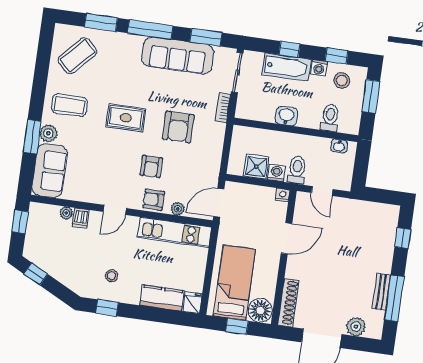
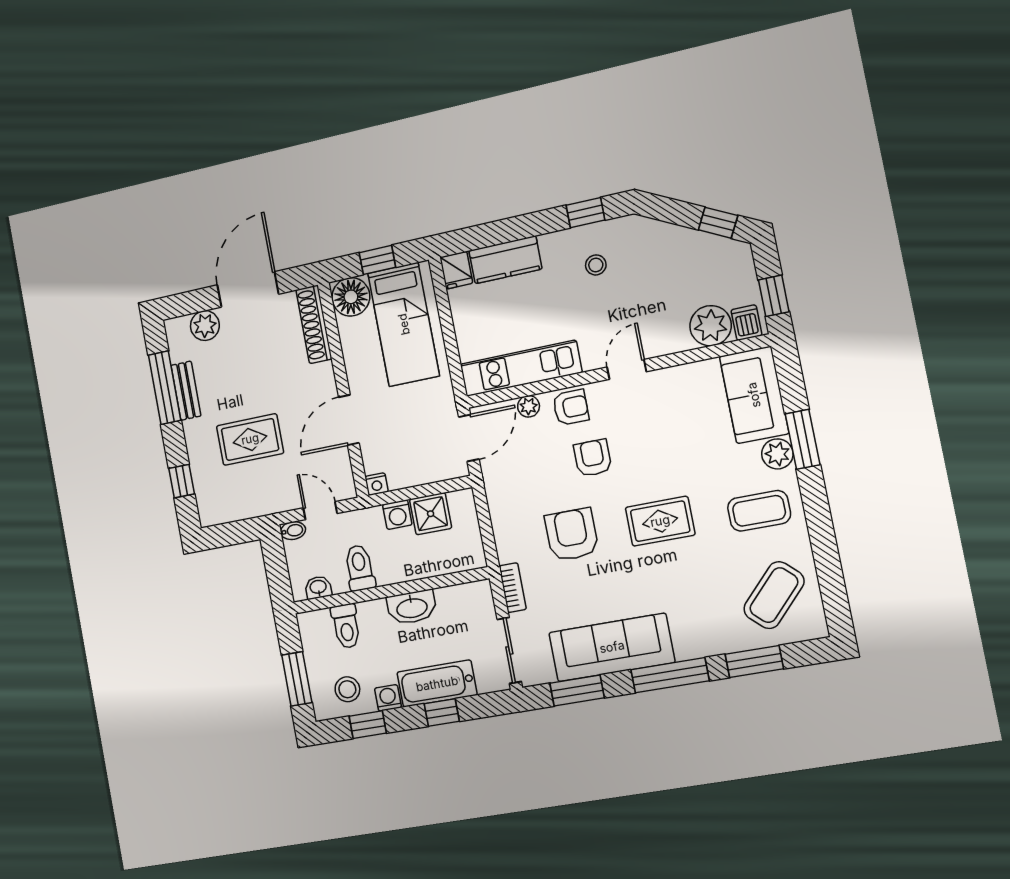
washbasin: (286, 116) -> (412, 607), width x1.38
toilet: (297, 170) -> (360, 568), moved, turned 180
bidet: (343, 185) -> (293, 531), added
plant: (66, 213) -> (711, 326), width x1.88, depth x1.88
dishwasher: (81, 218) -> (746, 323), moved
rug: (351, 248) -> (250, 439), added

